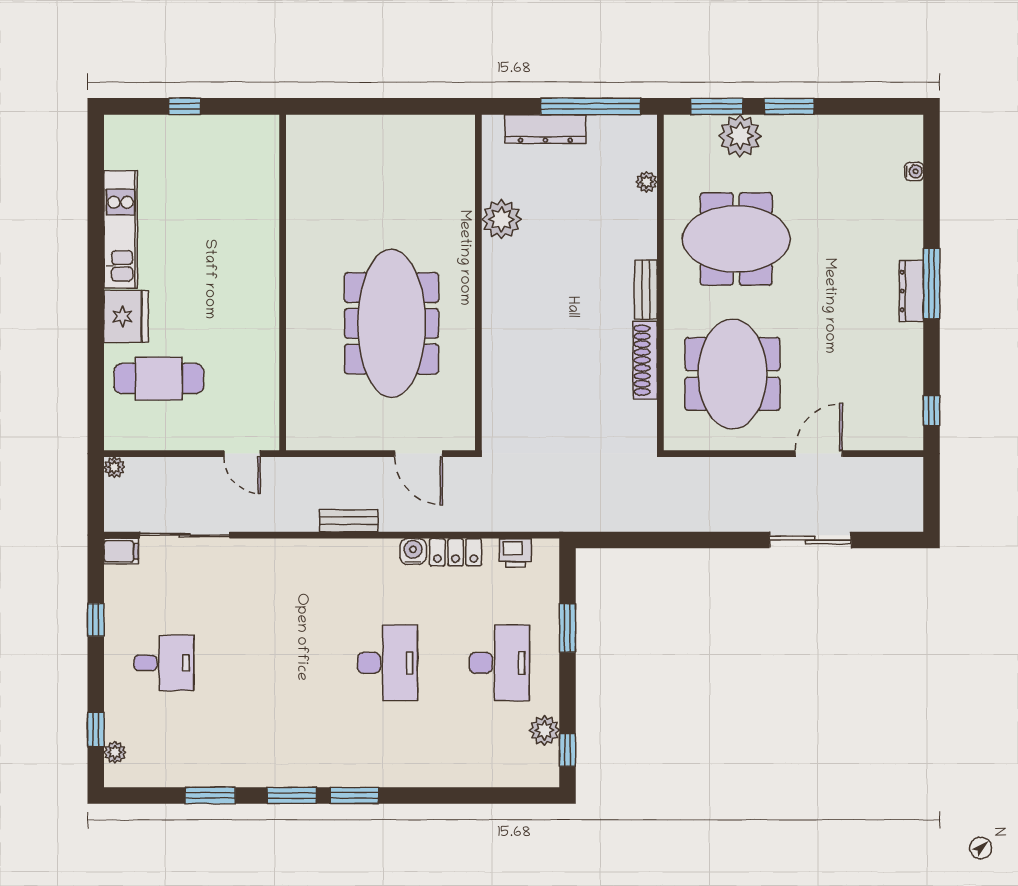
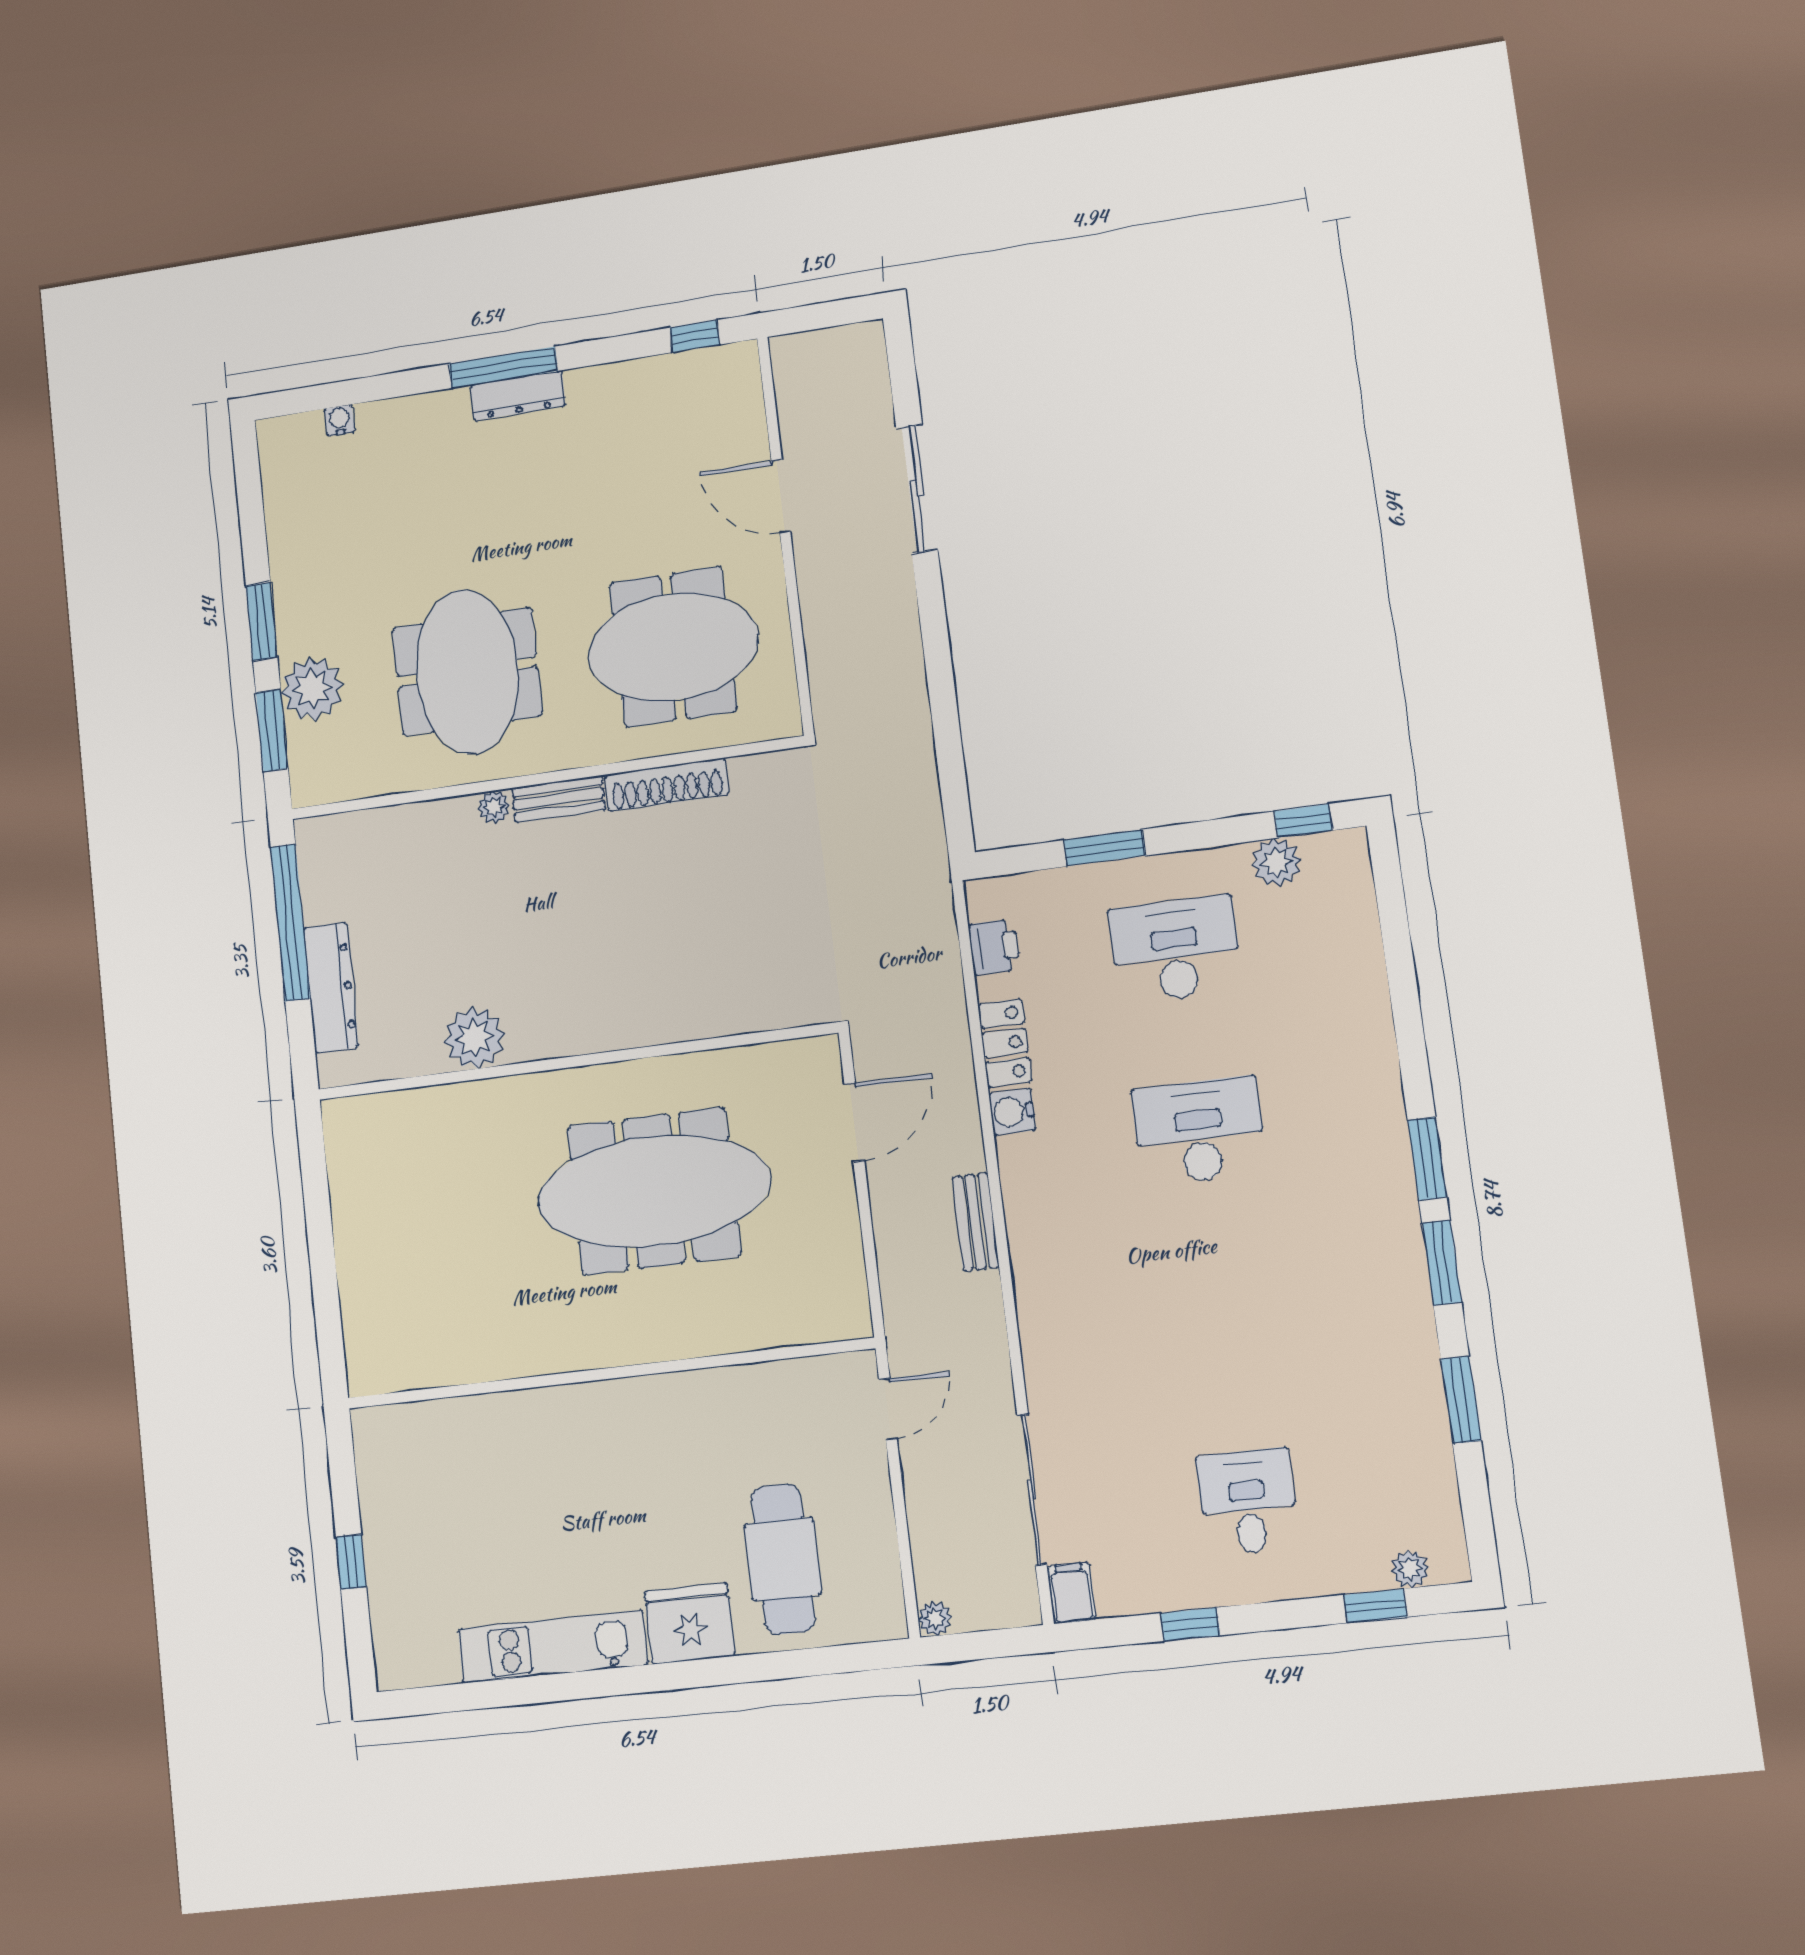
plant: (647, 182) -> (494, 807), moved

